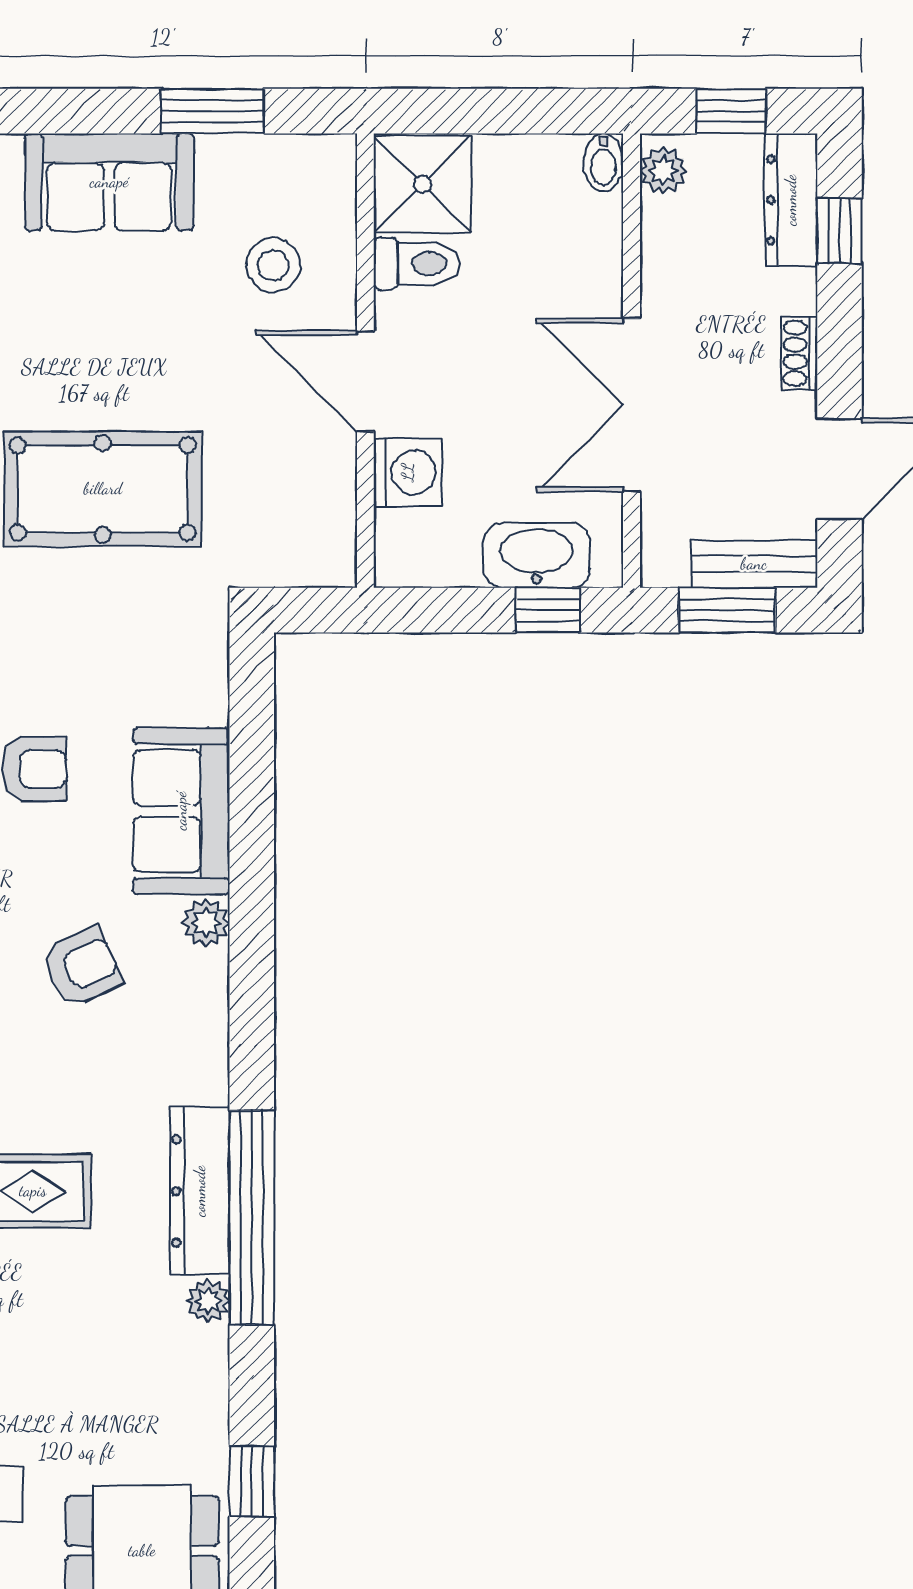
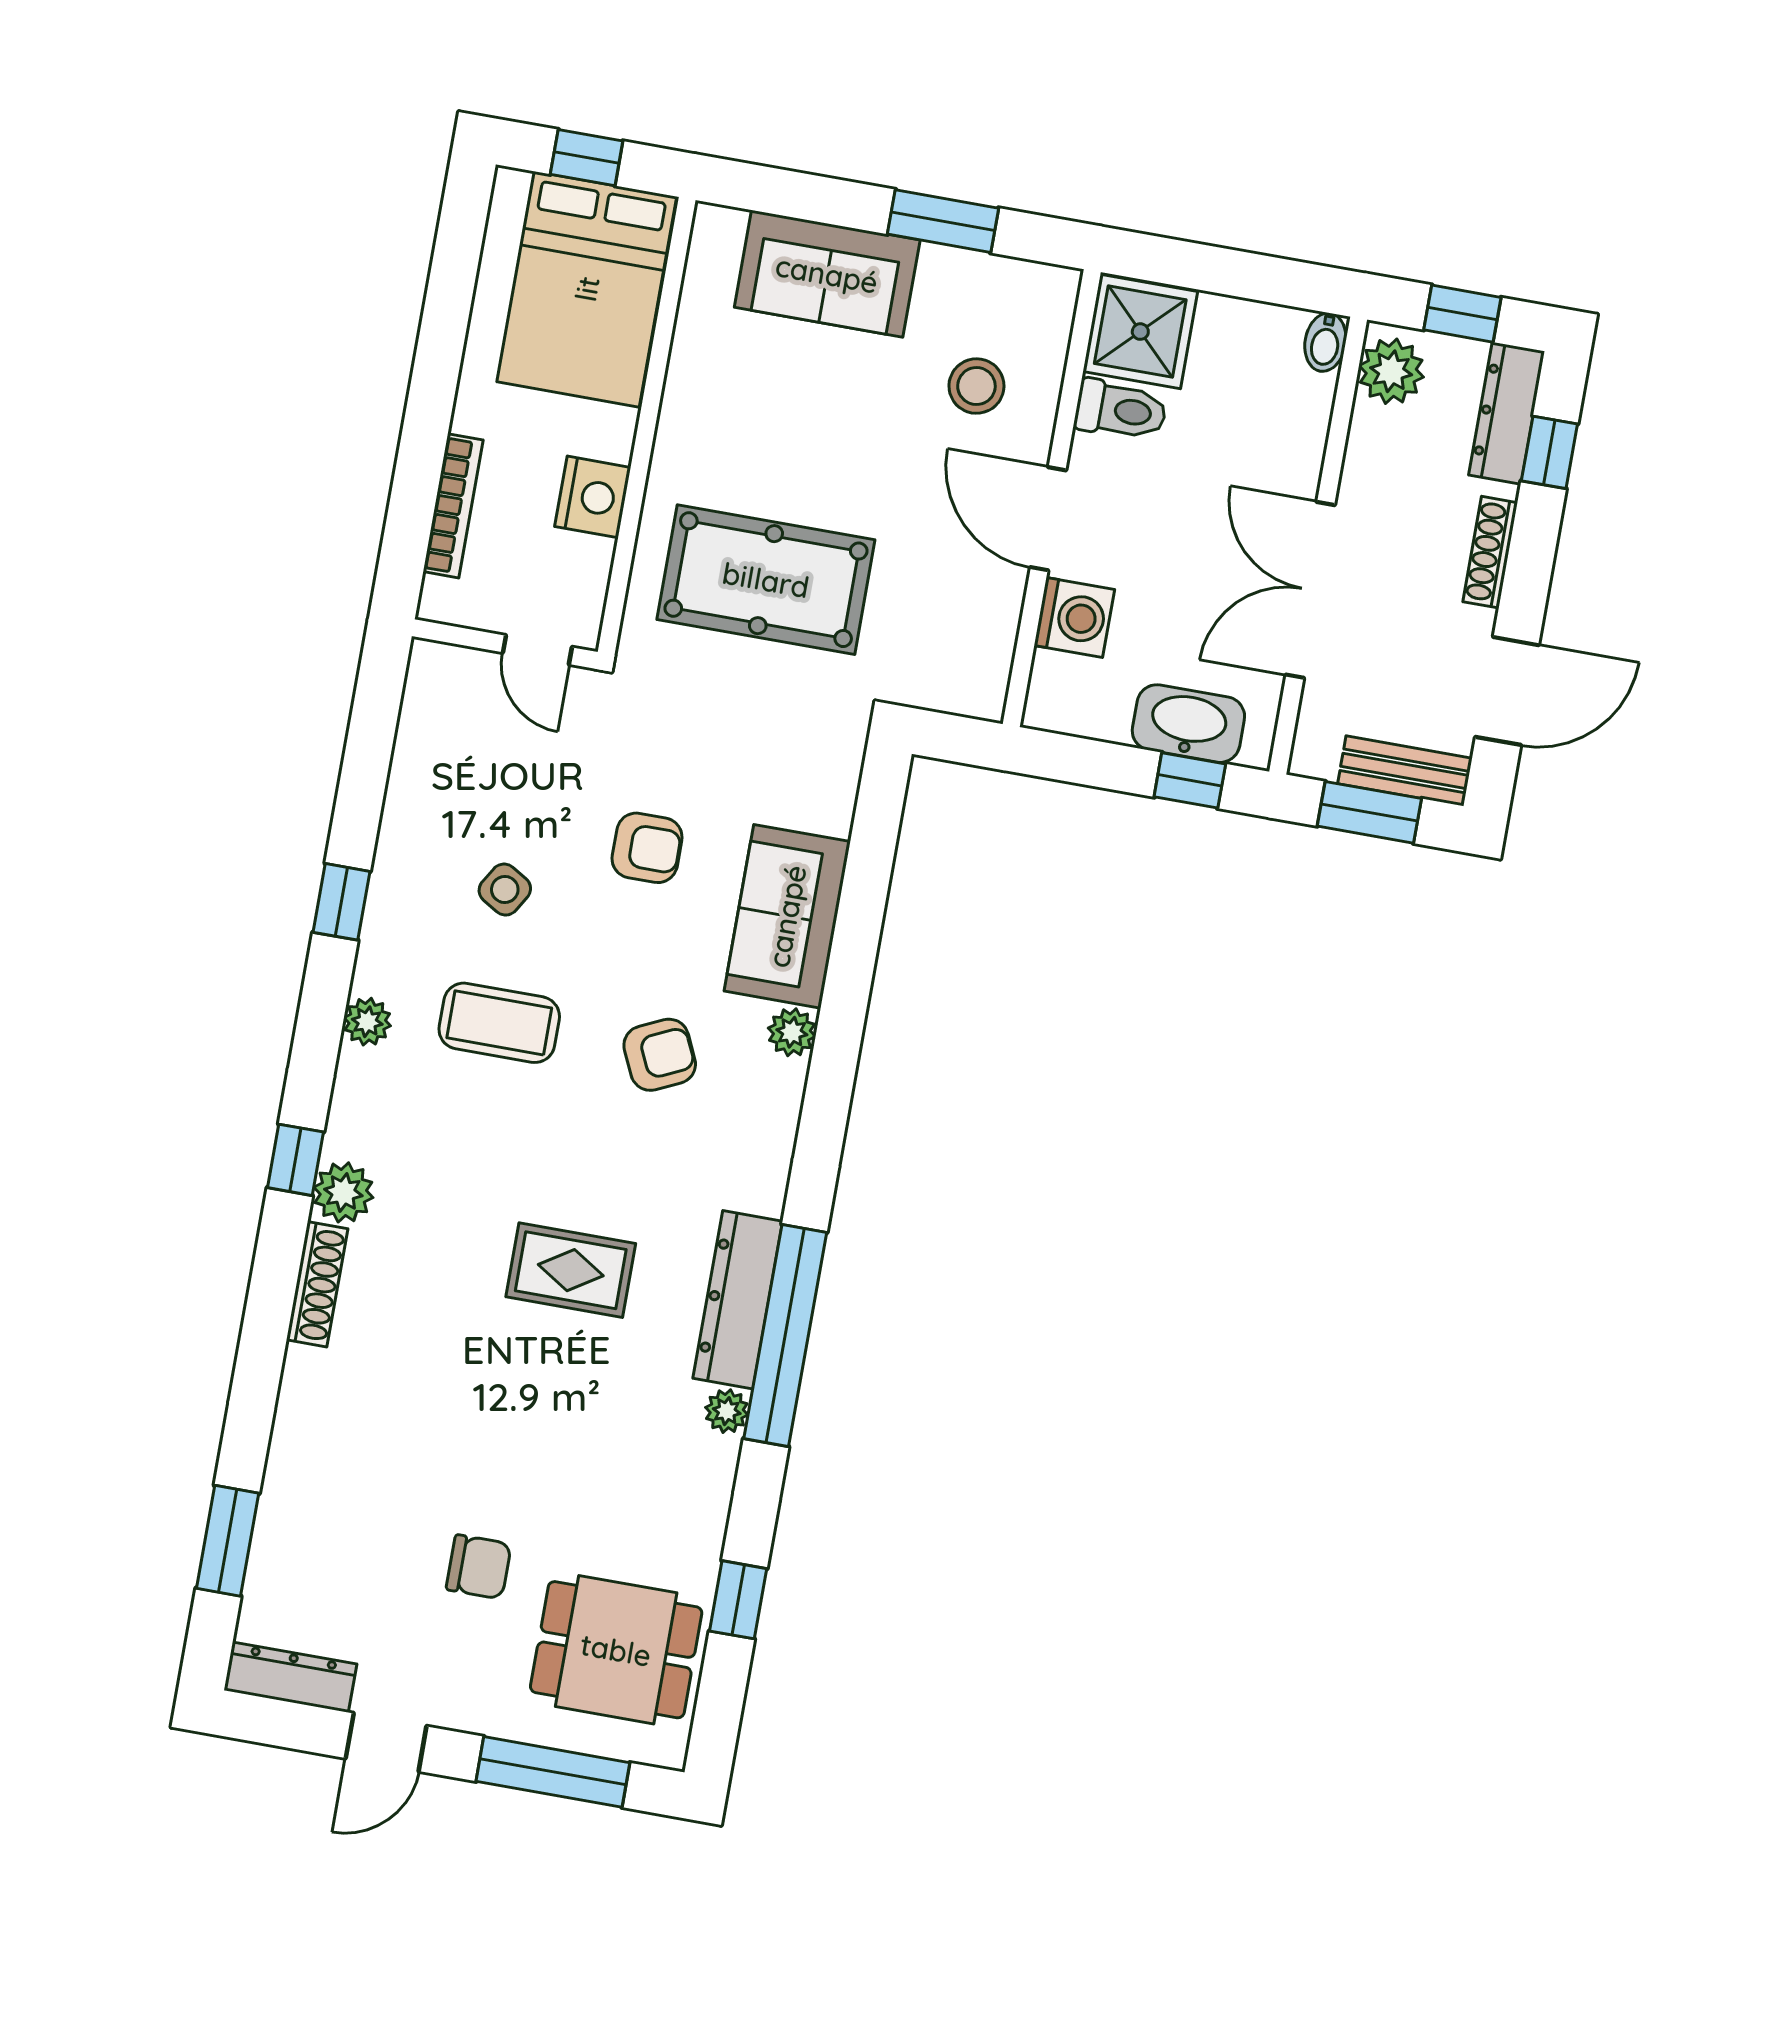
plant: (663, 170) -> (1391, 371), width x1.38, depth x1.38
shoe rack: (799, 353) -> (1490, 552), width x1.43

